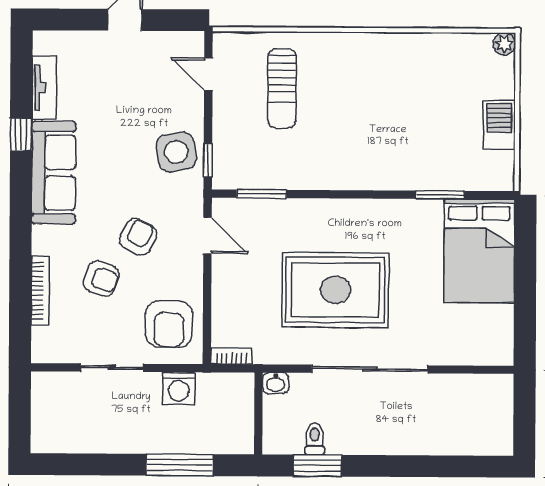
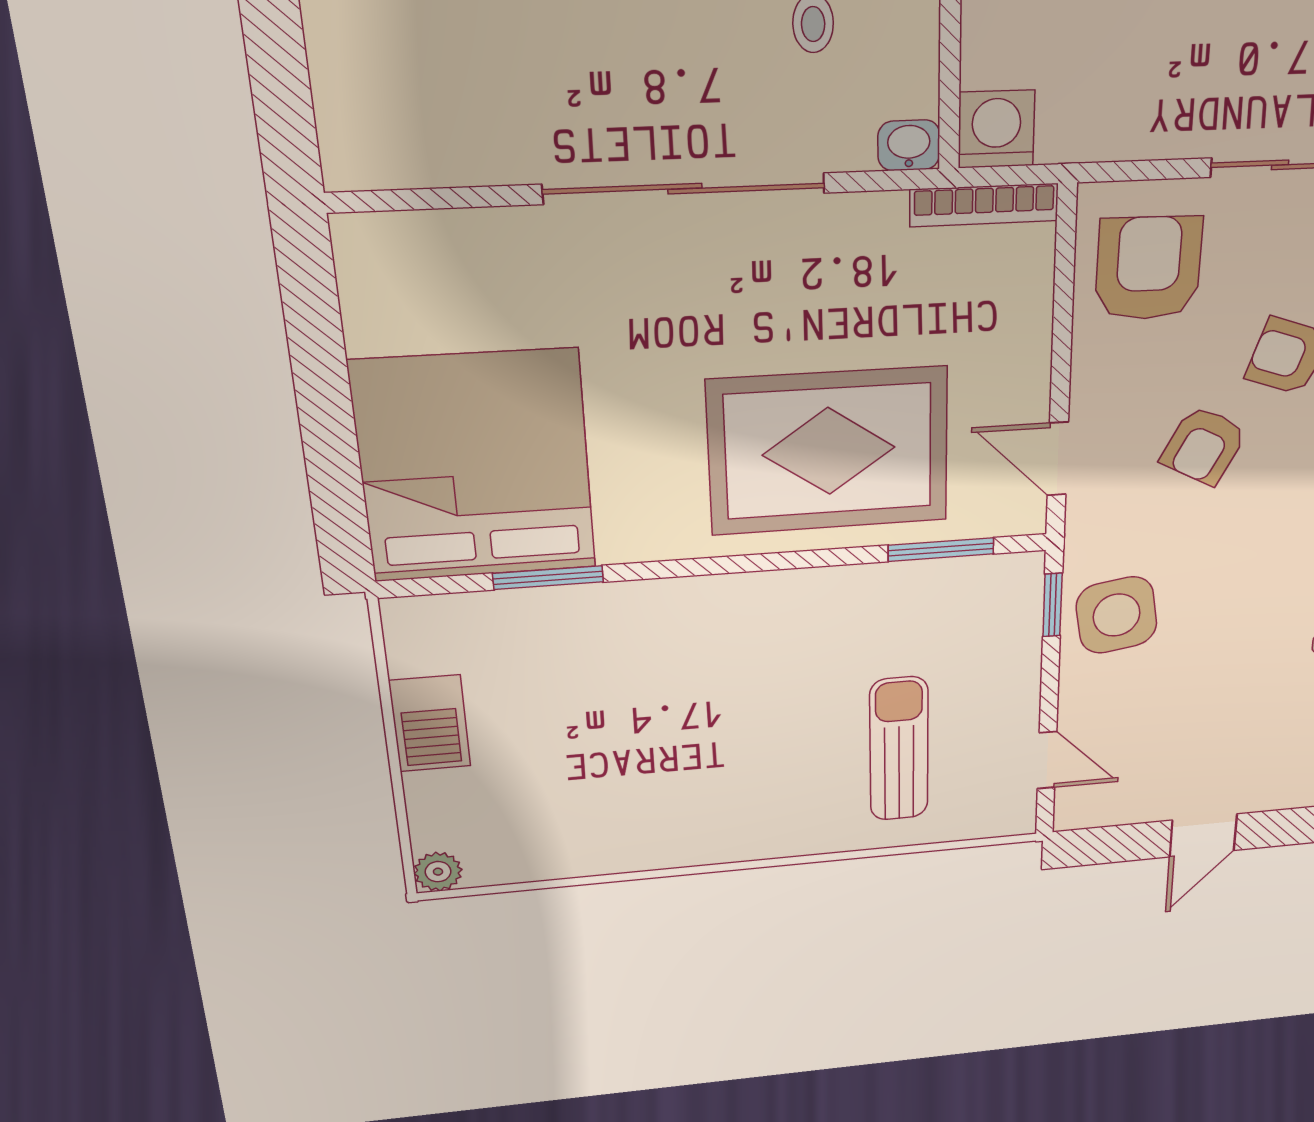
bed: (479, 251) -> (475, 466), width x1.36
rug: (335, 290) -> (829, 451), moved
bookcase: (232, 356) -> (984, 205), width x1.56
washing machine: (179, 388) -> (996, 129), moved

